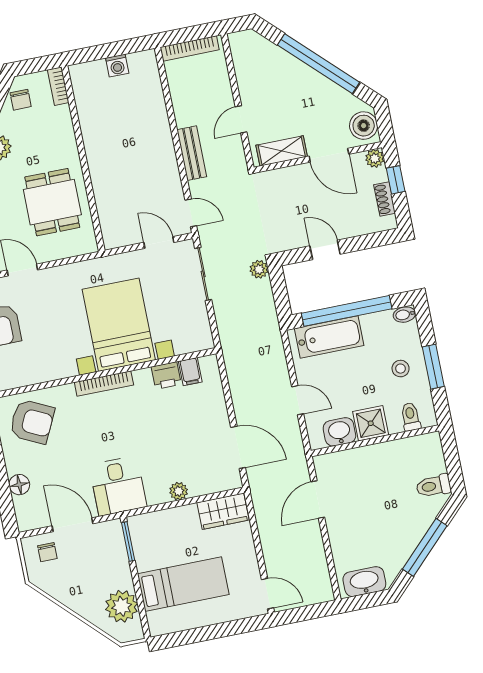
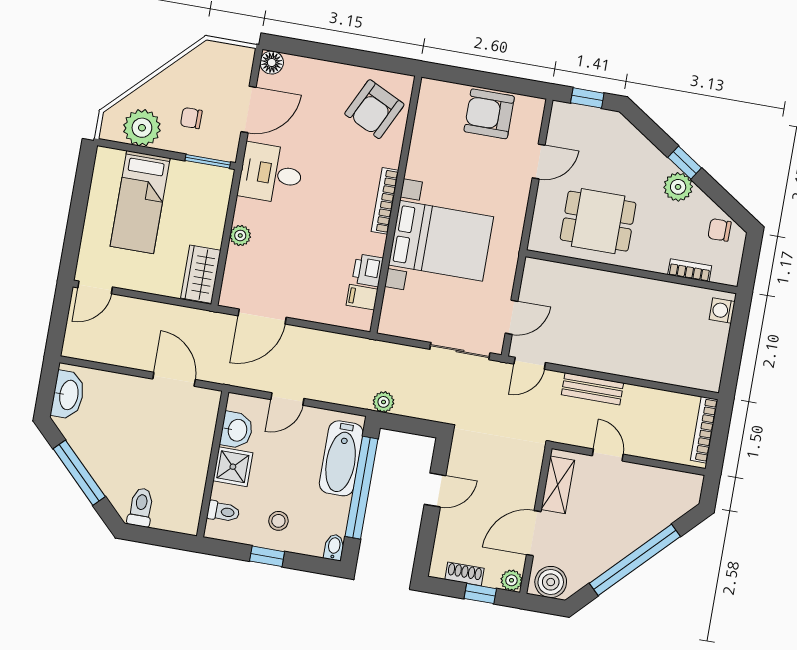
washing machine: (117, 66) -> (722, 310), moved
bookcase: (58, 86) -> (690, 270), moved
plant: (259, 269) -> (384, 402), moved
window: (433, 367) -> (267, 556), width x0.67
floor lamp: (19, 485) -> (272, 63), moved
chair: (47, 552) -> (191, 118), moved

